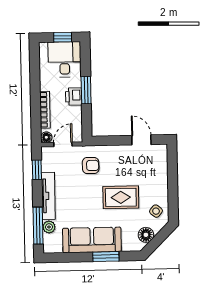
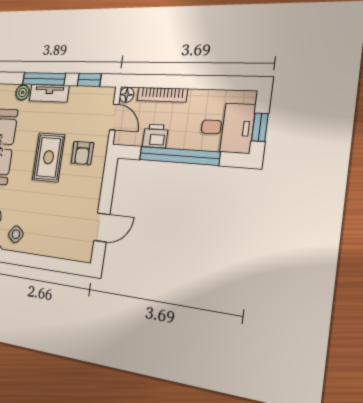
window: (86, 90) -> (179, 156), width x2.11
printer: (74, 97) -> (155, 136), moved
tv unit: (48, 196) -> (49, 93), width x0.71
rug: (121, 197) -> (49, 157), moved
window: (38, 226) -> (44, 79), moved

